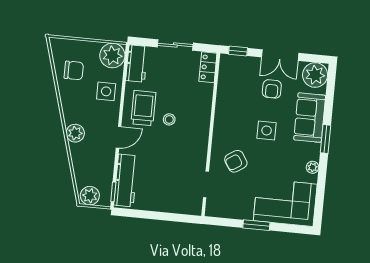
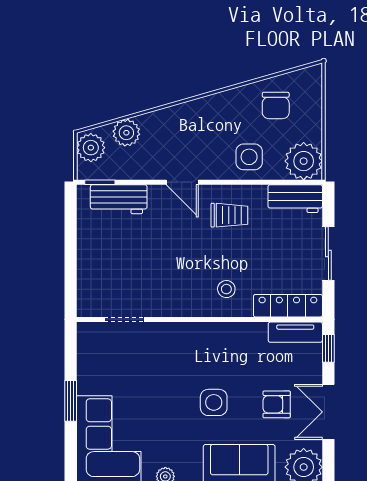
locker: (208, 67) -> (288, 306), width x1.53
tv unit: (225, 72) -> (295, 332), added
trolley: (143, 108) -> (229, 215), width x0.73, depth x0.72
stool: (169, 119) -> (226, 289), moved
plant: (75, 133) -> (126, 133), moved
armchair: (236, 161) -> (163, 361), removed
workbench: (126, 180) -> (119, 199), width x0.73

